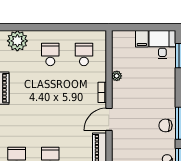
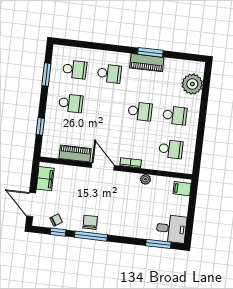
filing cabinet: (142, 39) -> (182, 189), moved
school desk: (50, 89) -> (140, 111), added
school desk: (17, 124) -> (109, 74), added

